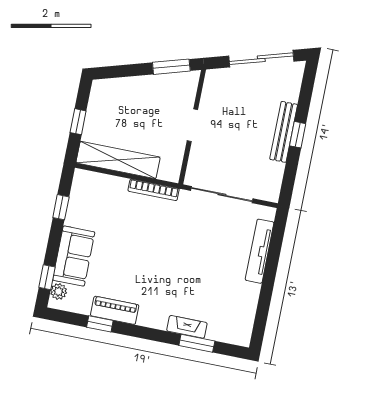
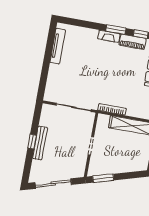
tv unit: (260, 251) -> (58, 46), moved
fireplace: (187, 327) -> (109, 36), moved
window: (197, 343) -> (116, 30), moved

